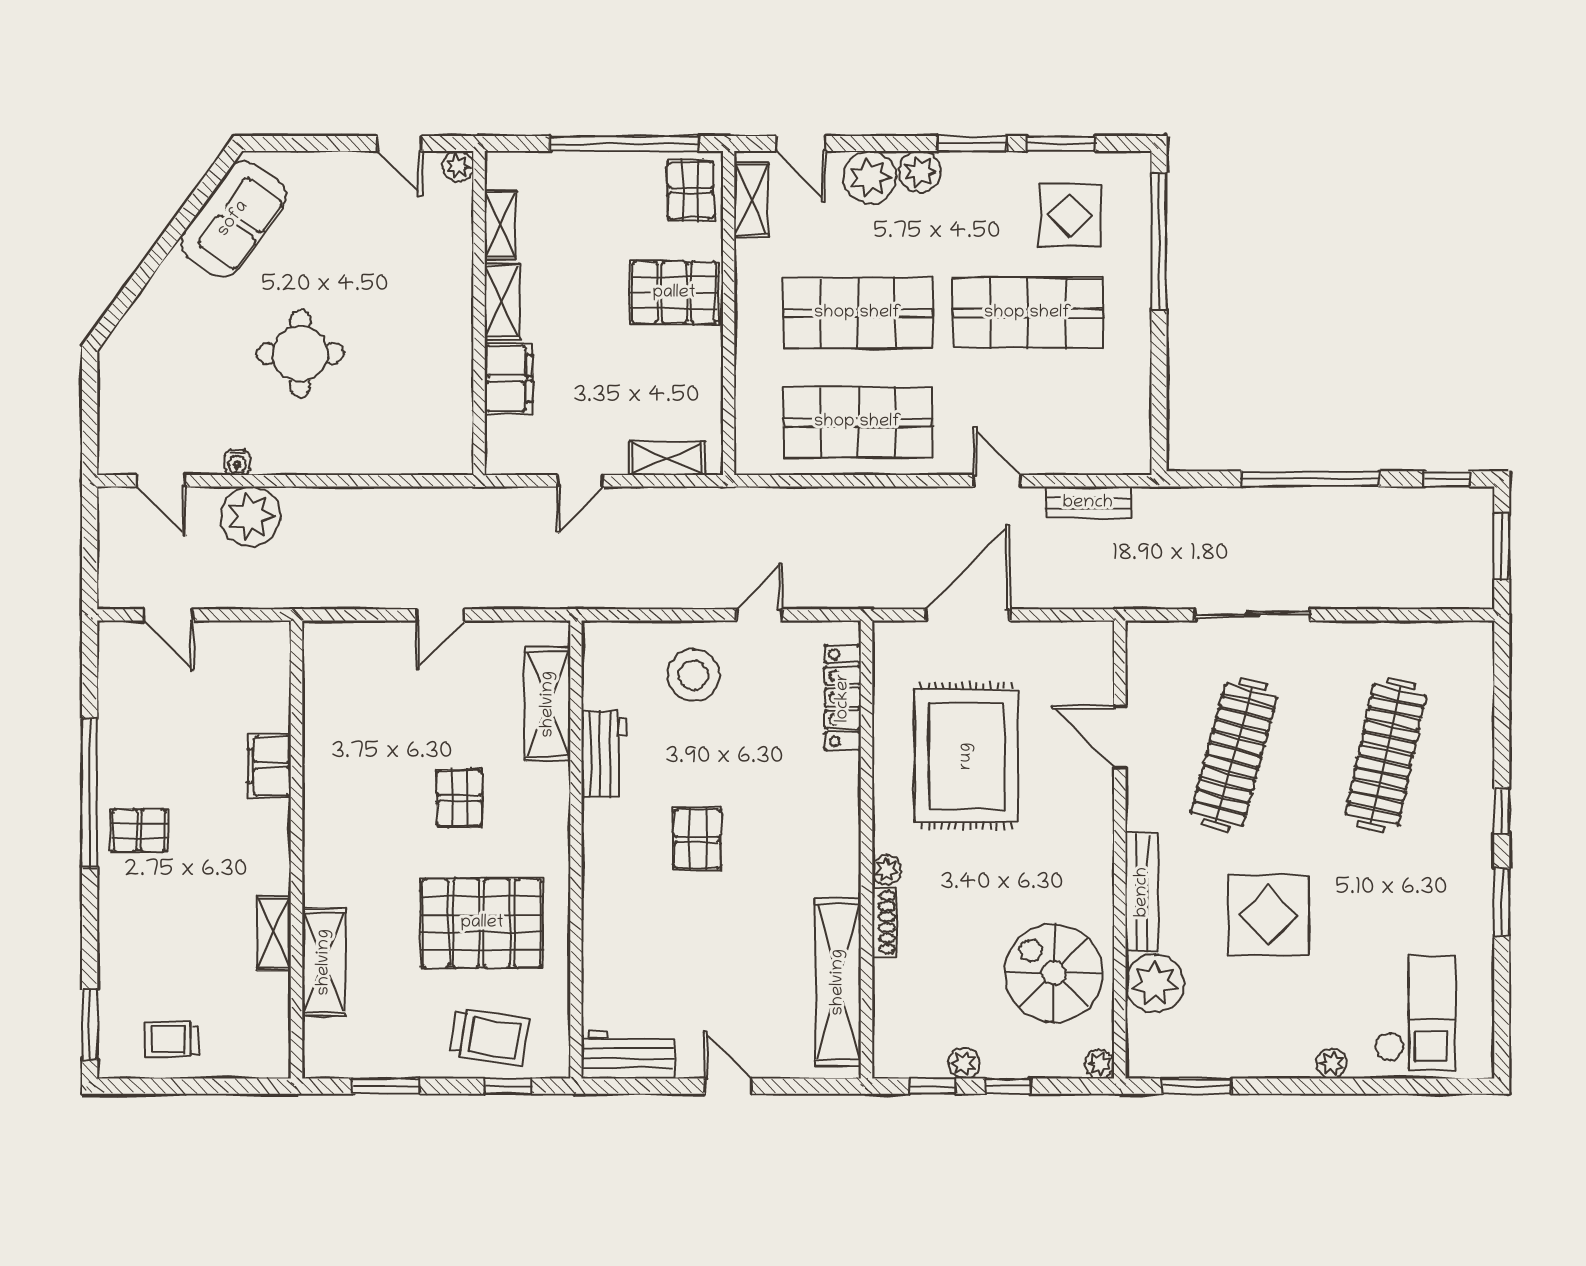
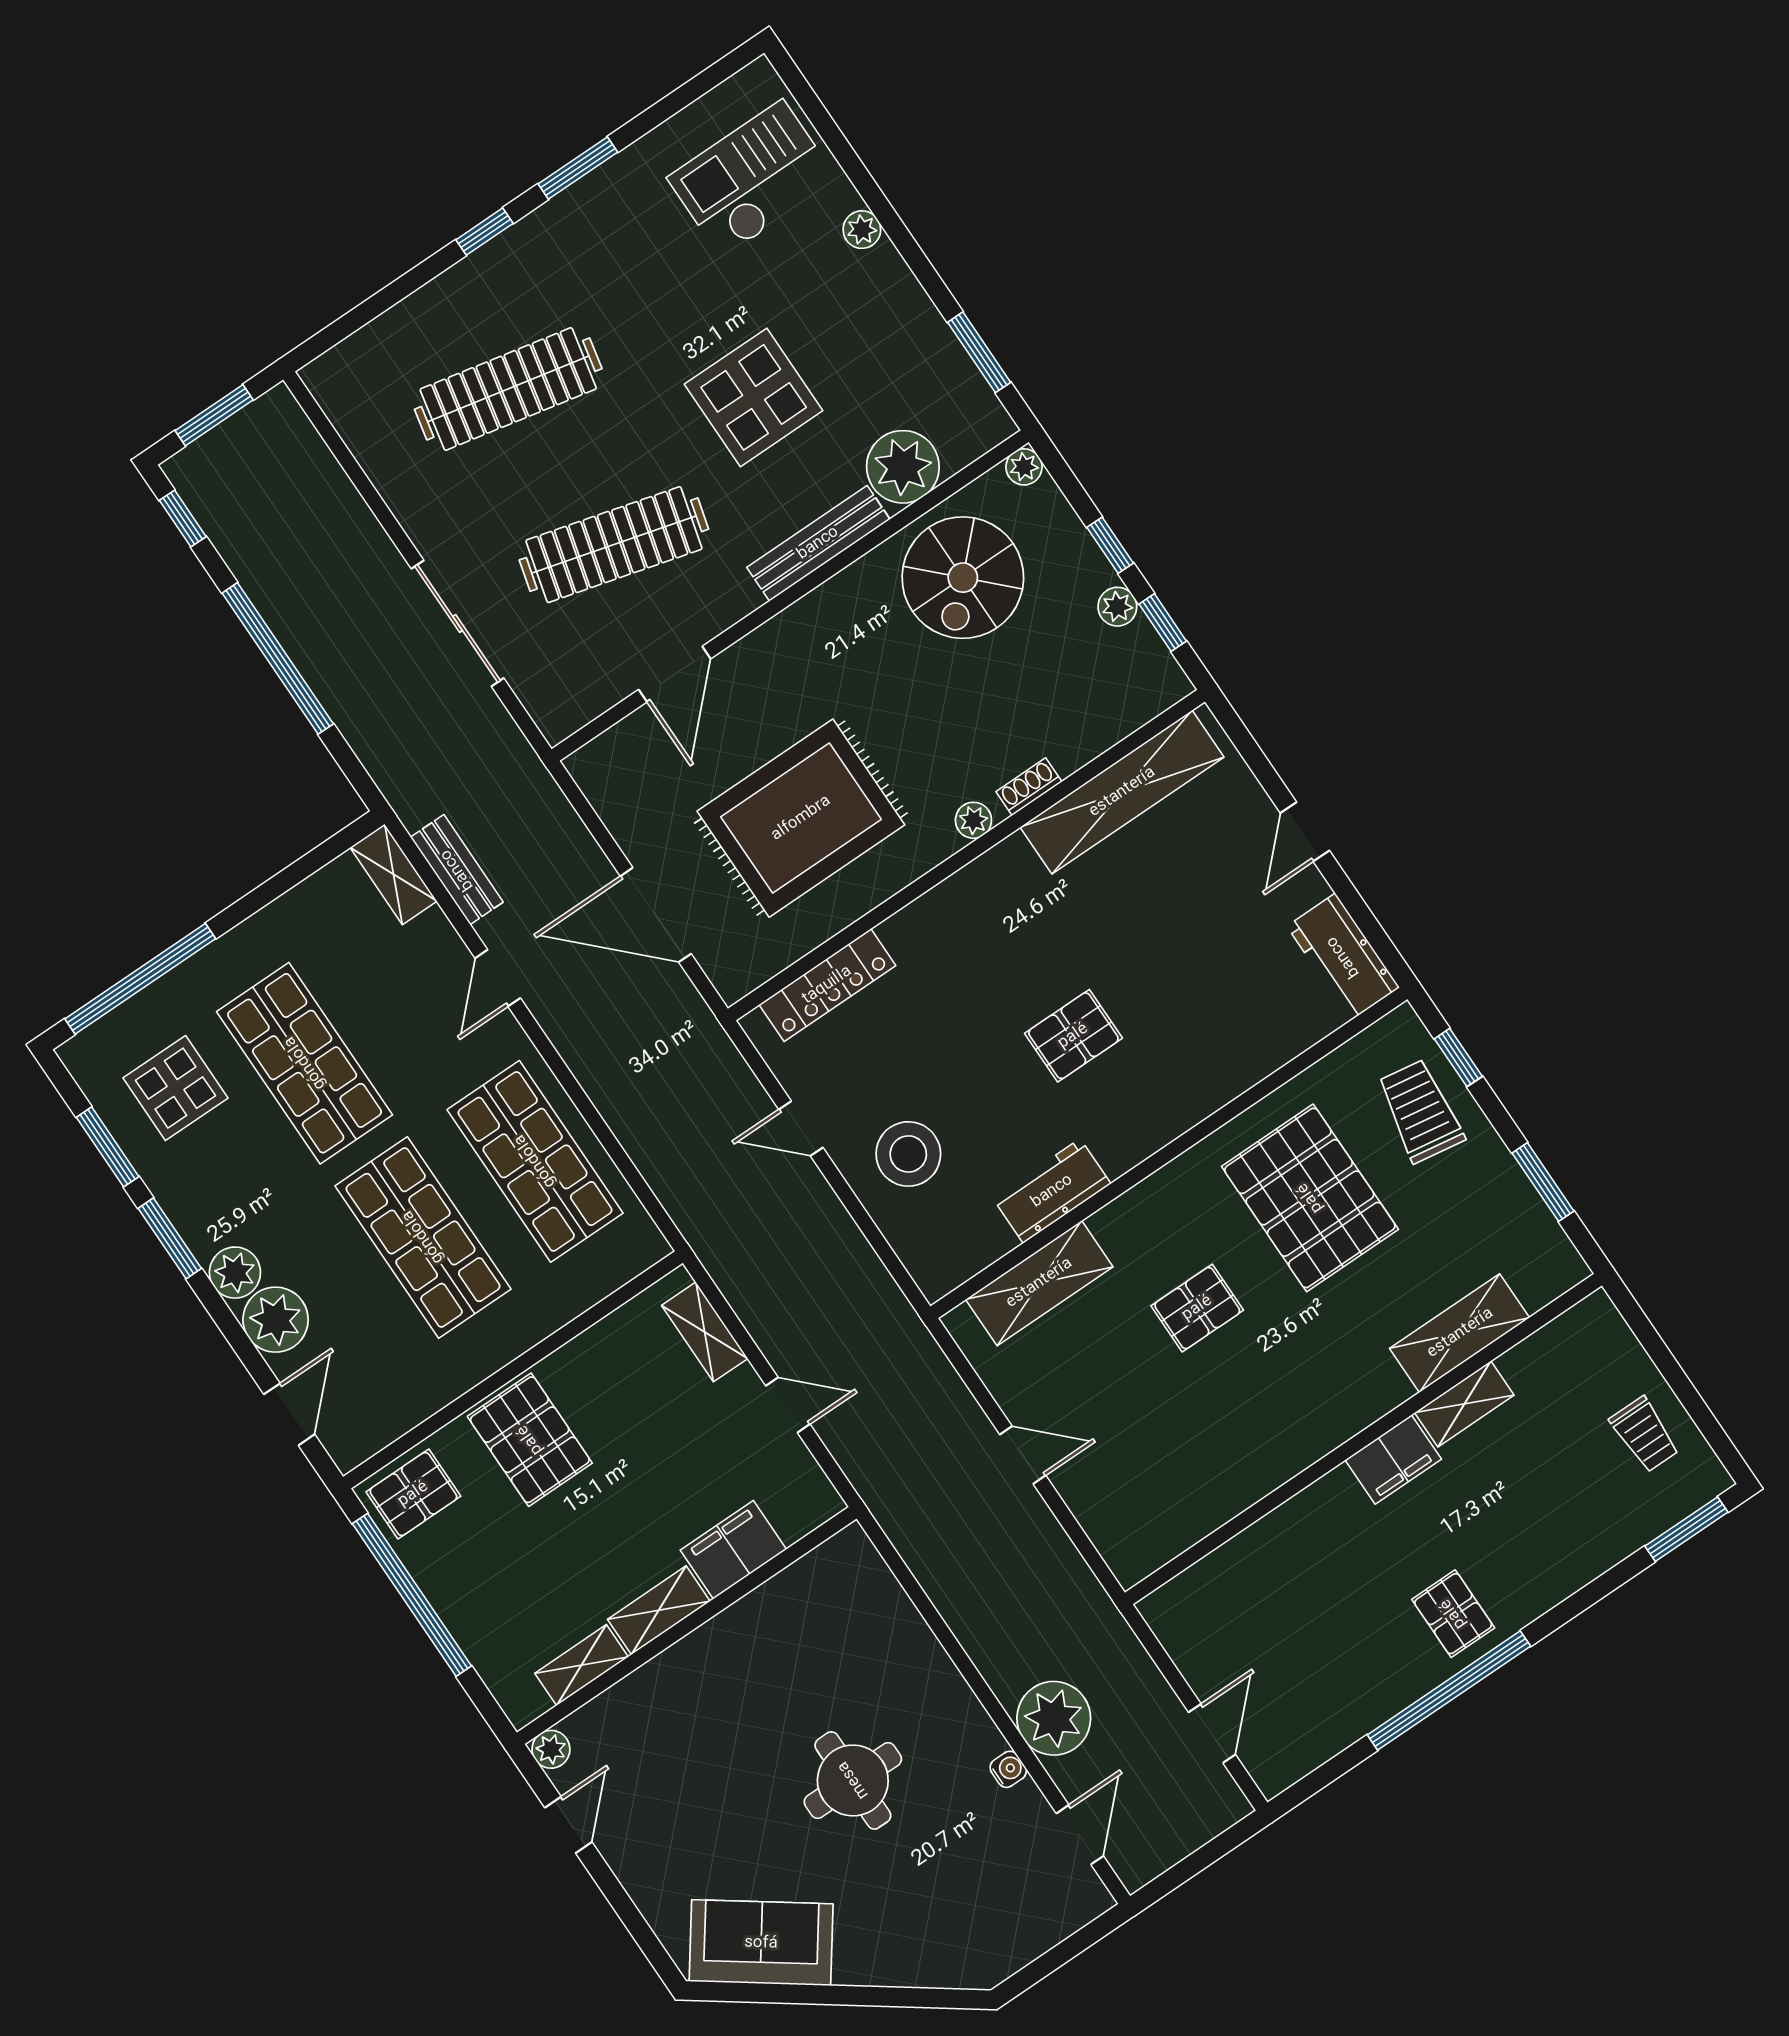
shelving: (751, 200) -> (393, 874), moved, turned 90
filing cabinet: (269, 766) -> (1393, 1460), moved
shoe rack: (884, 922) -> (1029, 787), width x0.70

